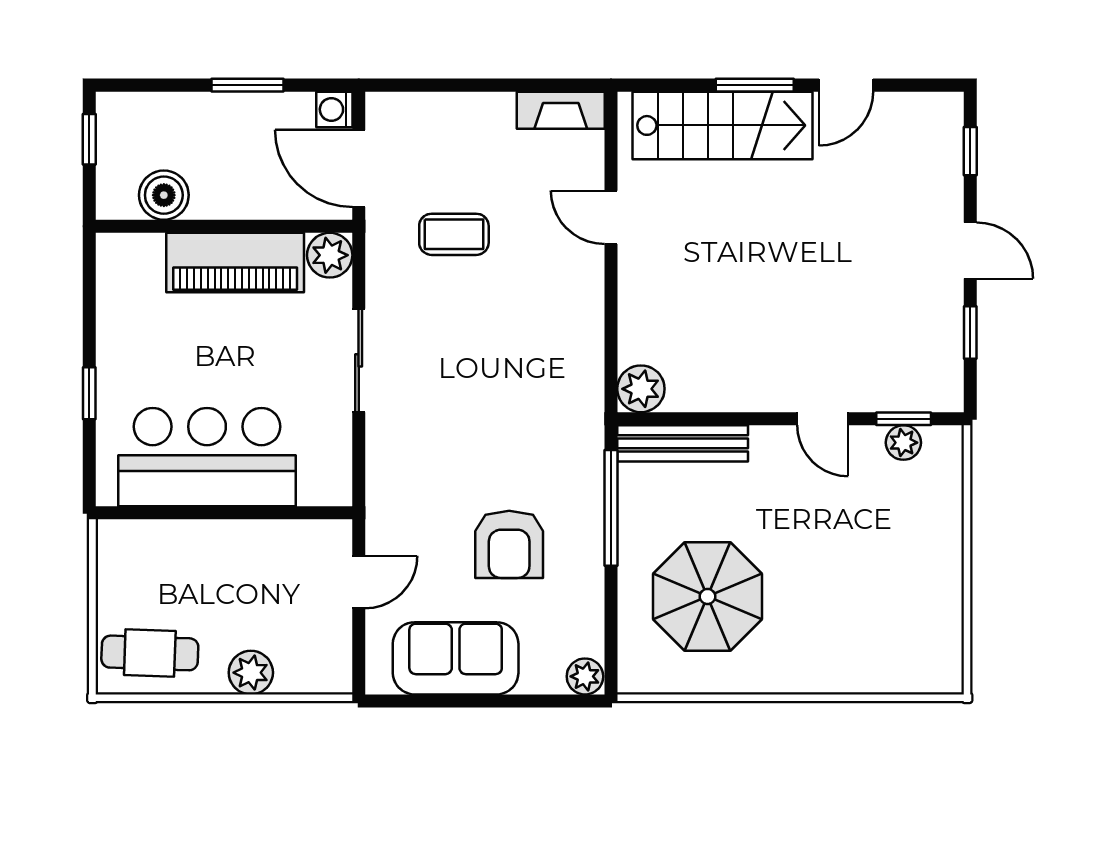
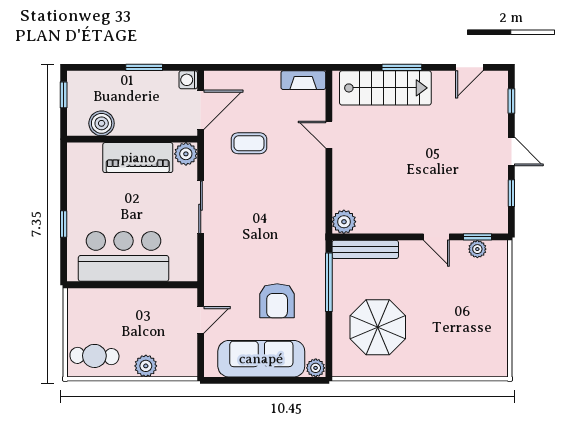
door: (846, 85) -> (469, 67), moved
door: (359, 169) -> (201, 110), swing flipped
sofa: (456, 658) -> (261, 359), width x1.36

